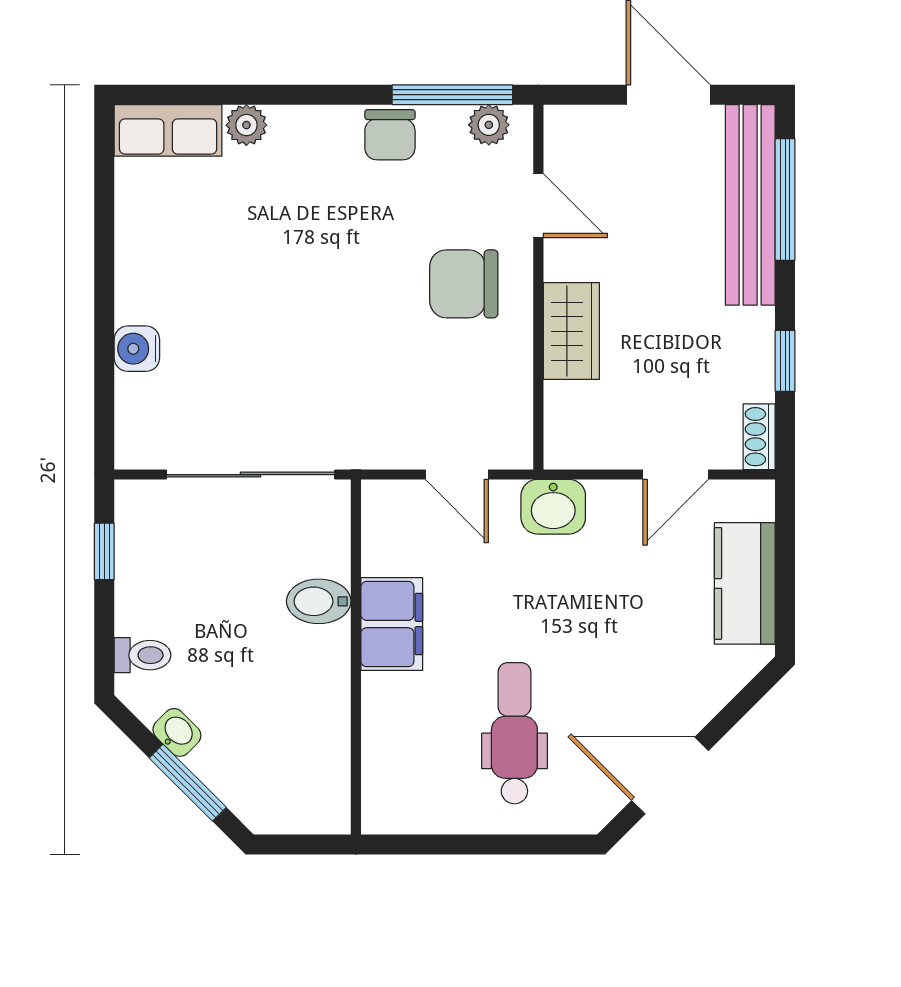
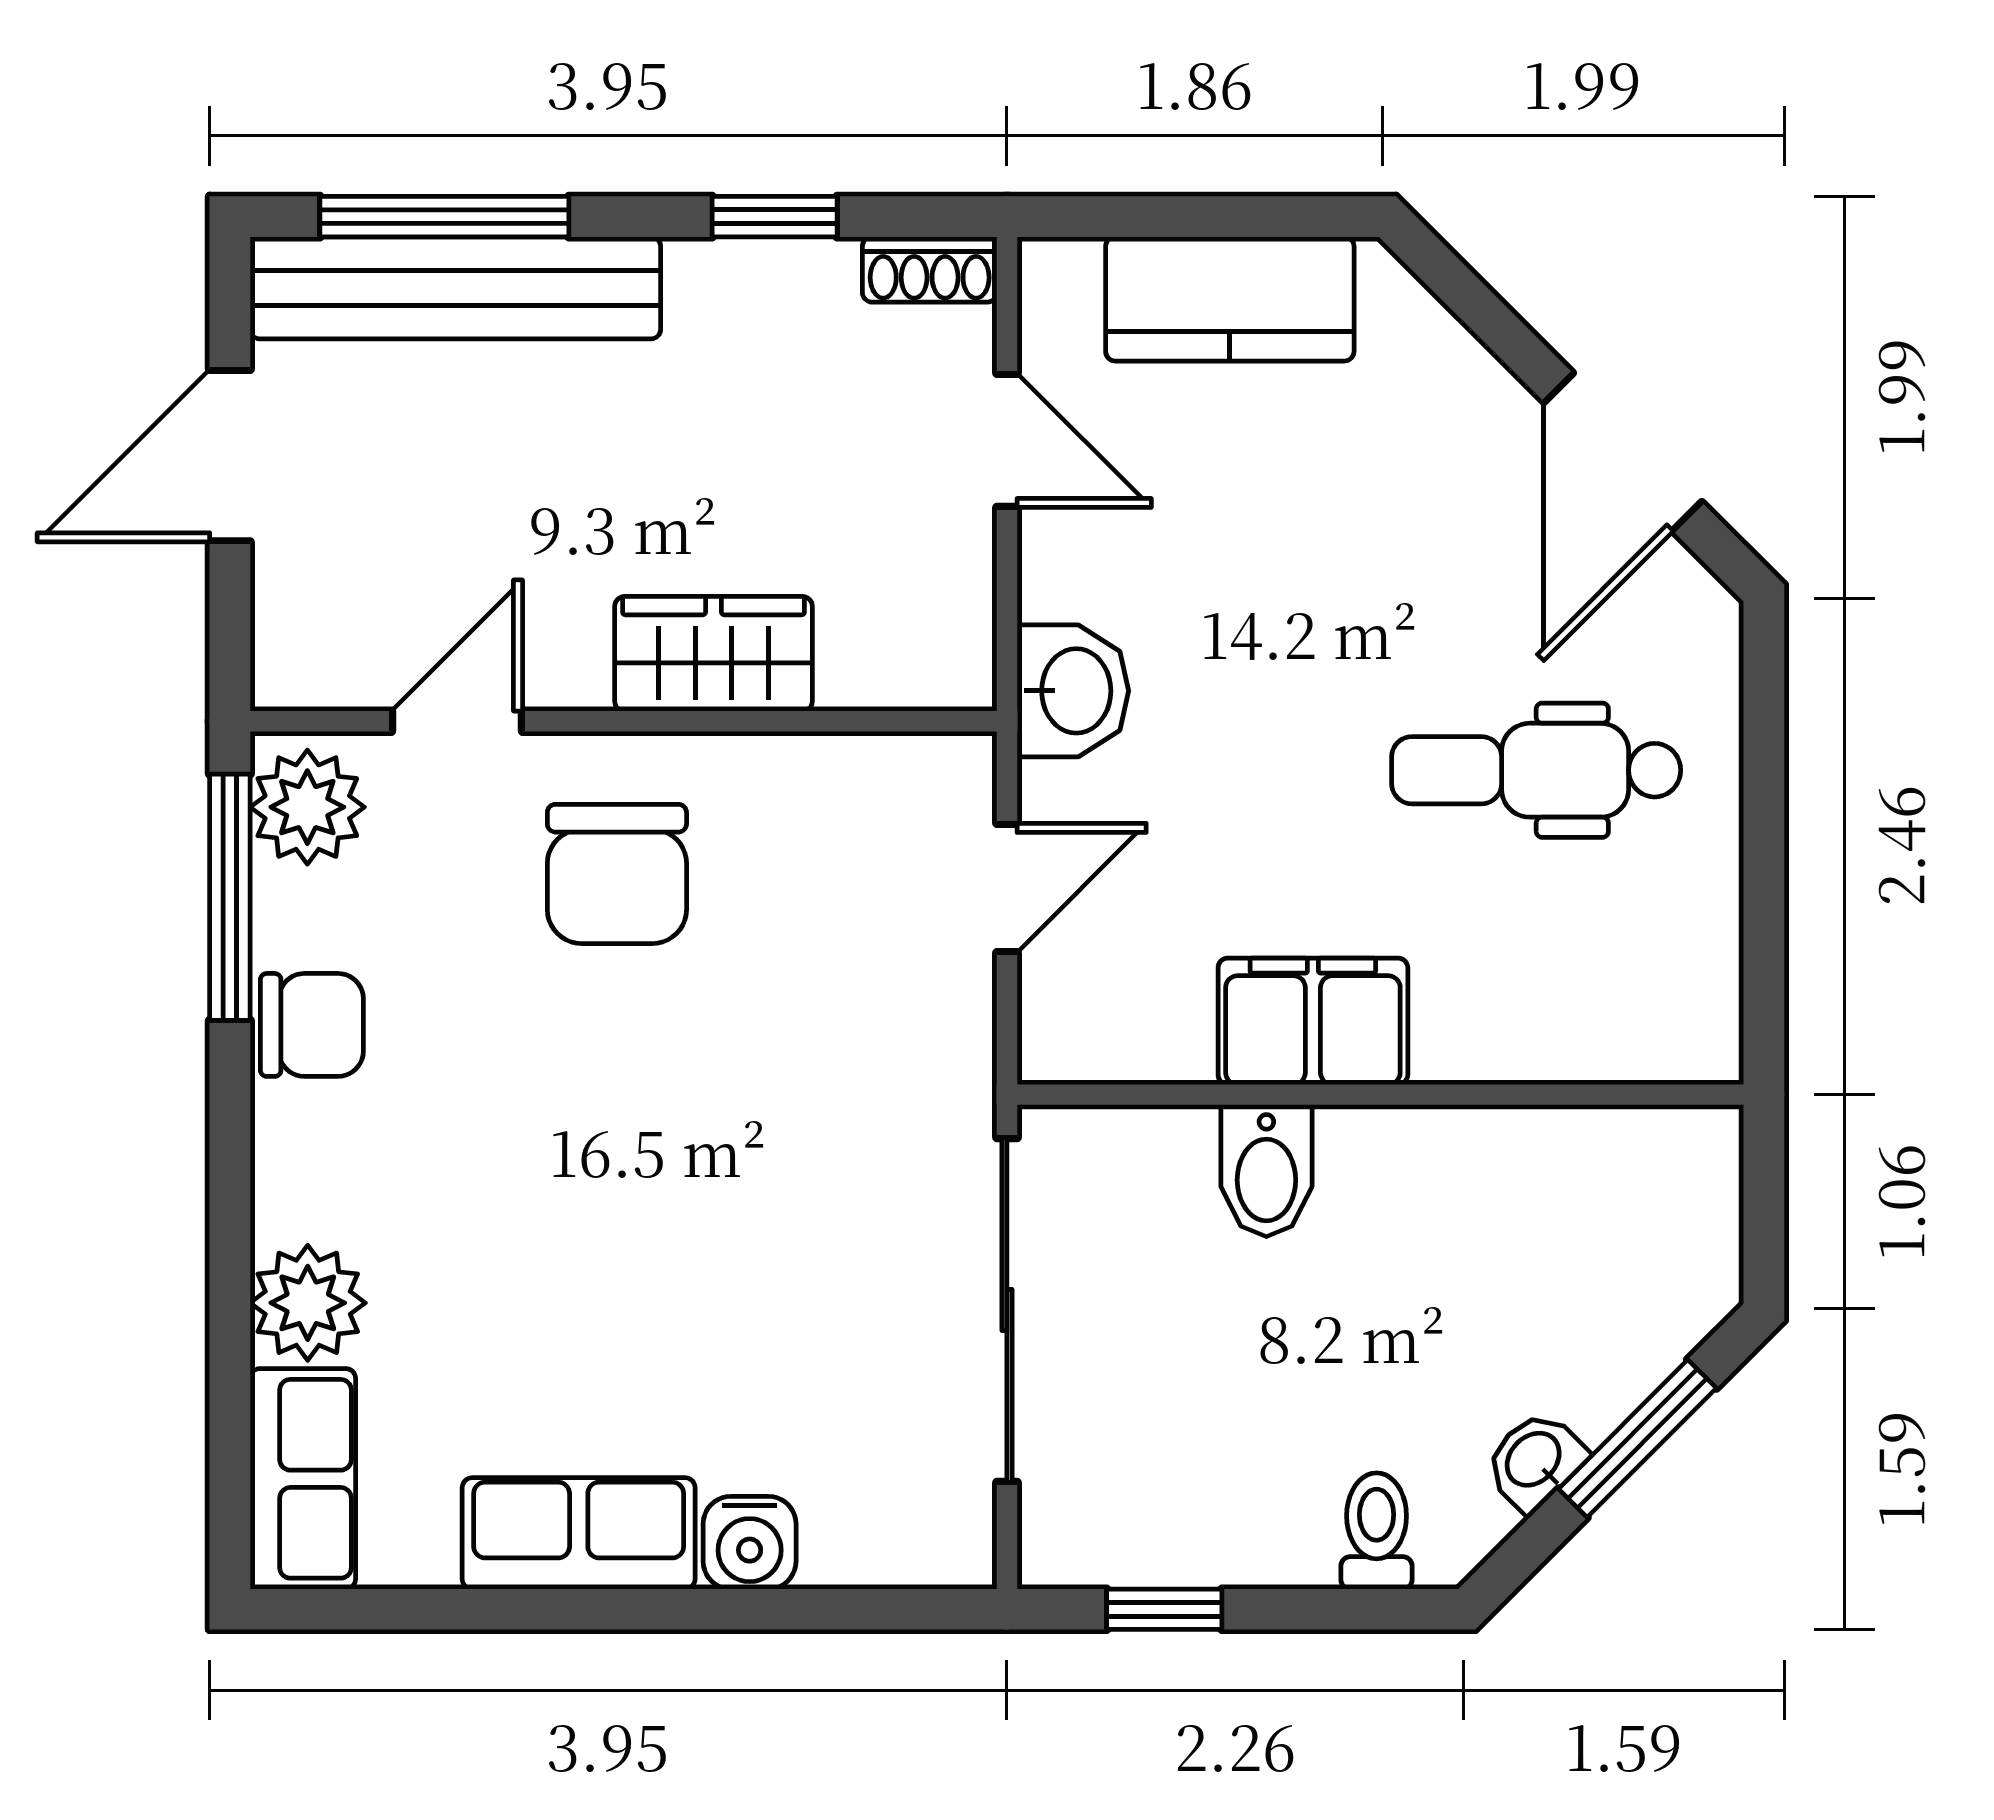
plant: (246, 125) -> (308, 1303), width x1.38, depth x1.38
plant: (489, 125) -> (307, 807), width x1.38, depth x1.38
row of seats: (141, 265) -> (579, 1533), added

